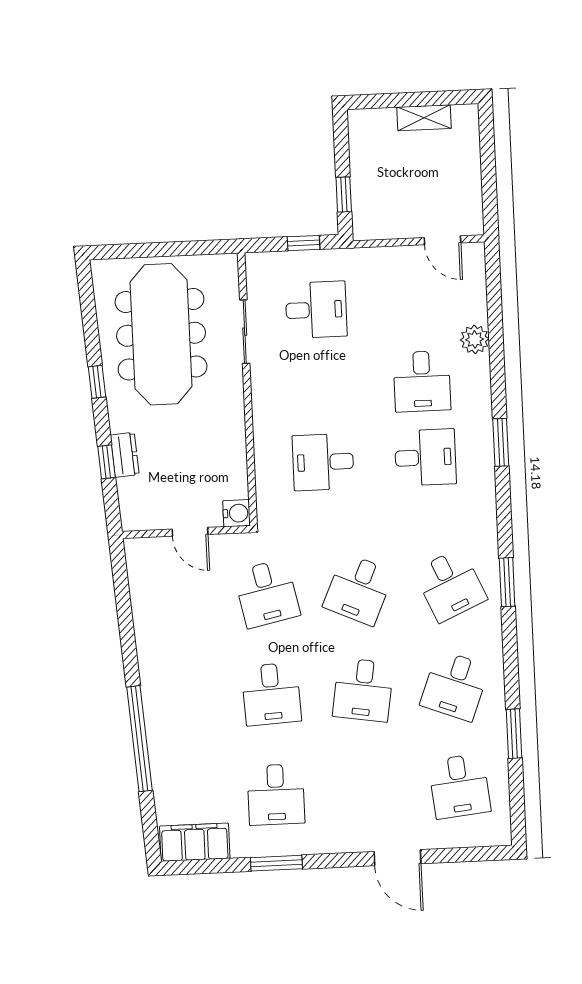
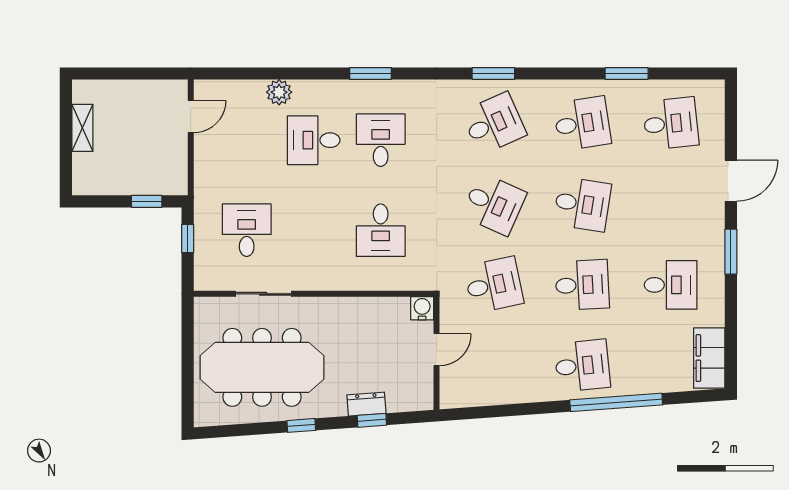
desk: (422, 381) -> (314, 140), turned 180
desk: (455, 686) -> (582, 123), turned -30
desk: (180, 698) -> (582, 366), added
window: (276, 863) -> (731, 252), moved

